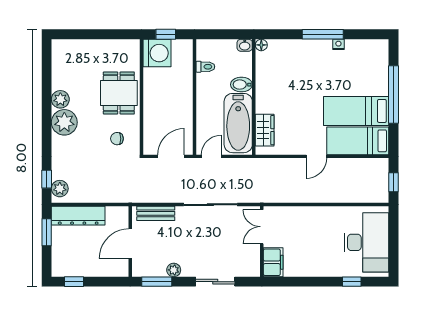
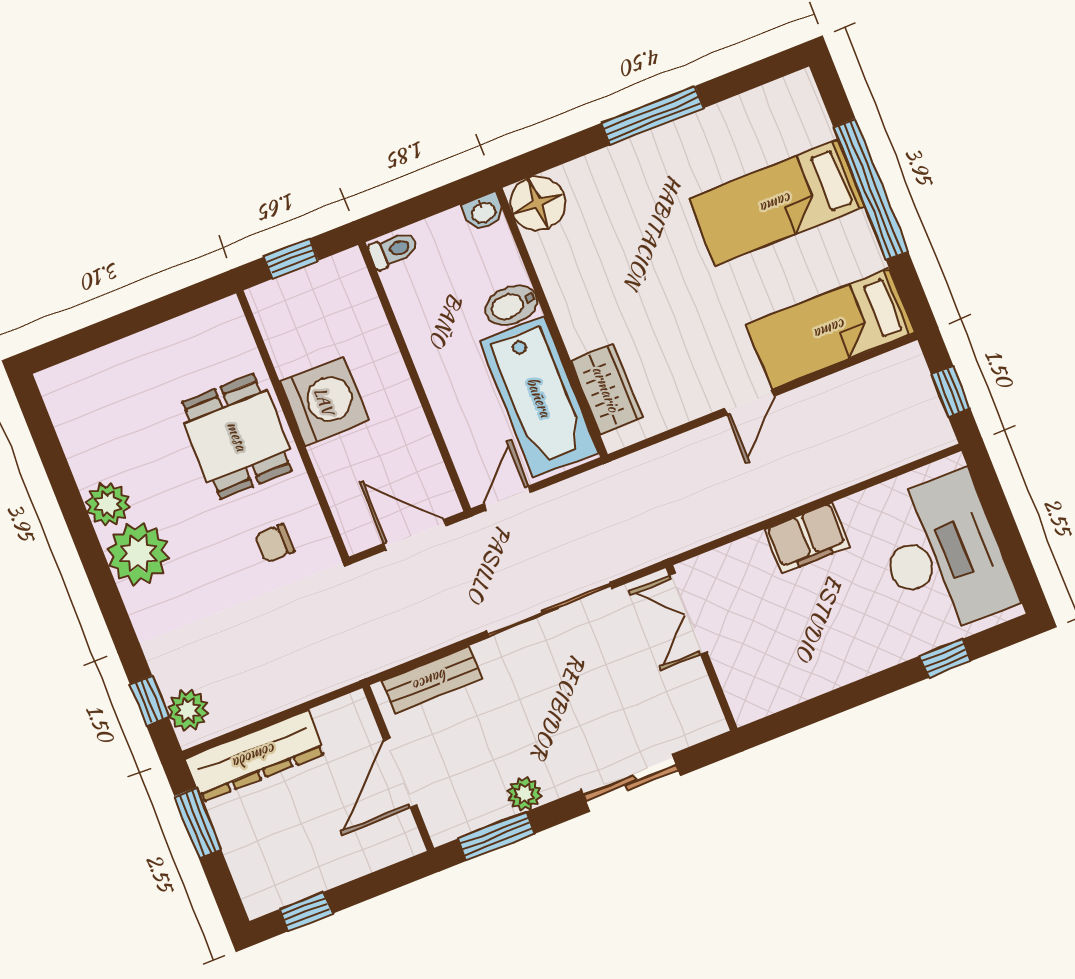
nightstand: (338, 44) -> (698, 124), removed
floor lamp: (261, 45) -> (538, 203), width x1.89, depth x1.89
washing machine: (157, 53) -> (324, 401), moved
toilet: (205, 67) -> (393, 250), moved
bed: (356, 111) -> (777, 203), moved
door: (171, 156) -> (415, 535), hinge flipped
filing cabinet: (273, 262) -> (807, 538), moved, turned 90

